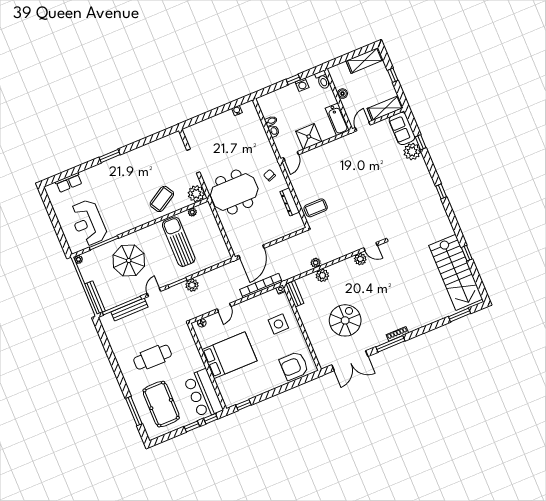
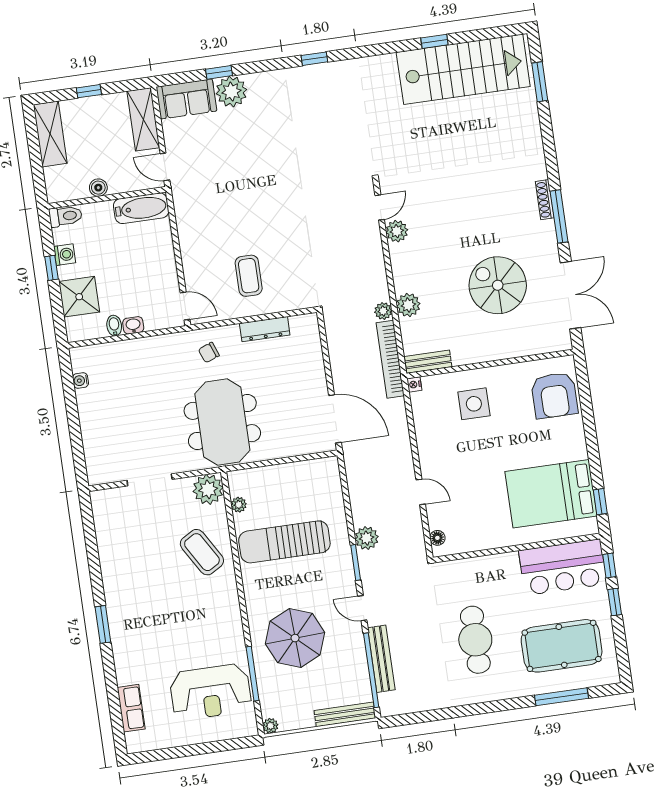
shower: (309, 137) -> (79, 297), moved
coffee table: (316, 208) -> (249, 276), moved
bookcase: (261, 286) -> (390, 359), moved
bed: (229, 355) -> (551, 494), moved, turned -90

